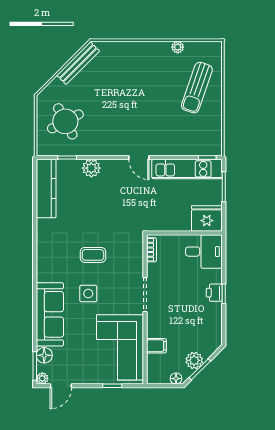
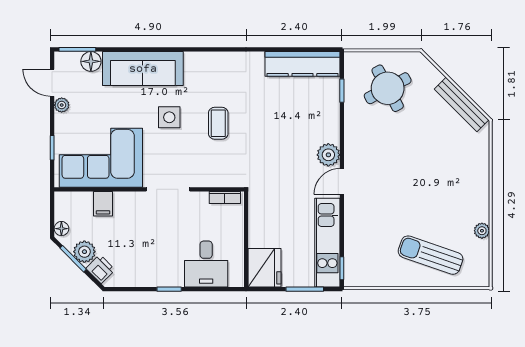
plant: (91, 168) -> (328, 155), moved
desk: (204, 252) -> (206, 264), moved
printer: (214, 293) -> (100, 269), moved, turned 45
plant: (42, 378) -> (62, 105), moved

